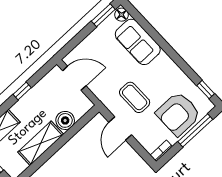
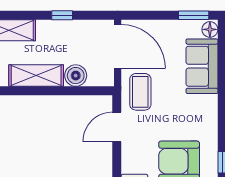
door: (74, 78) -> (118, 46), width x1.36
coffee table: (135, 97) -> (140, 92), moved

